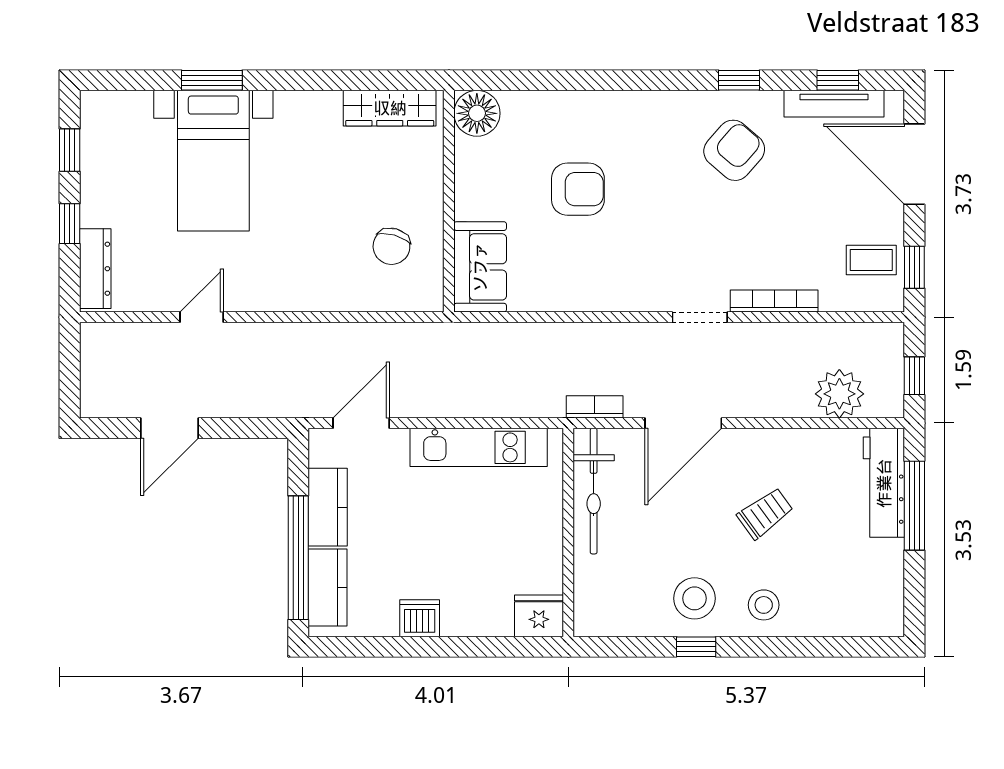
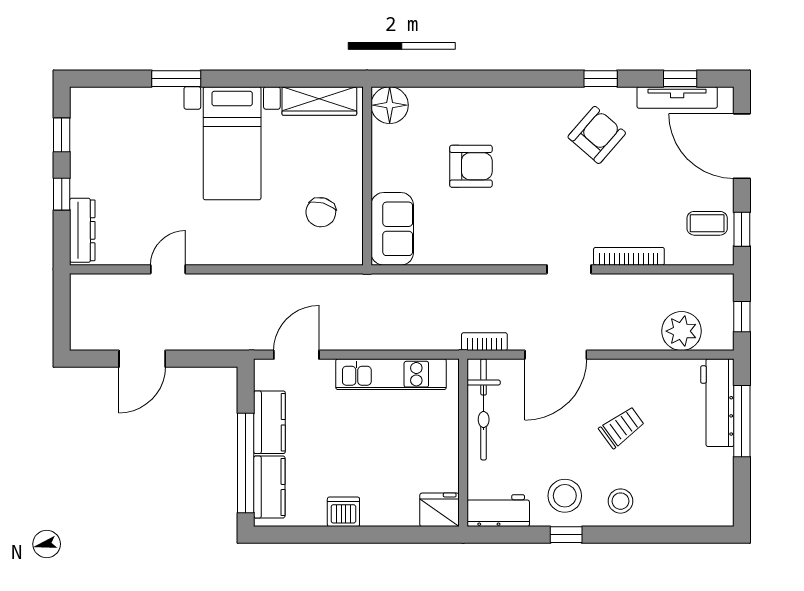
bed with nightstands: (213, 161) -> (232, 143), moved
workbench: (612, 617) -> (498, 511), added

